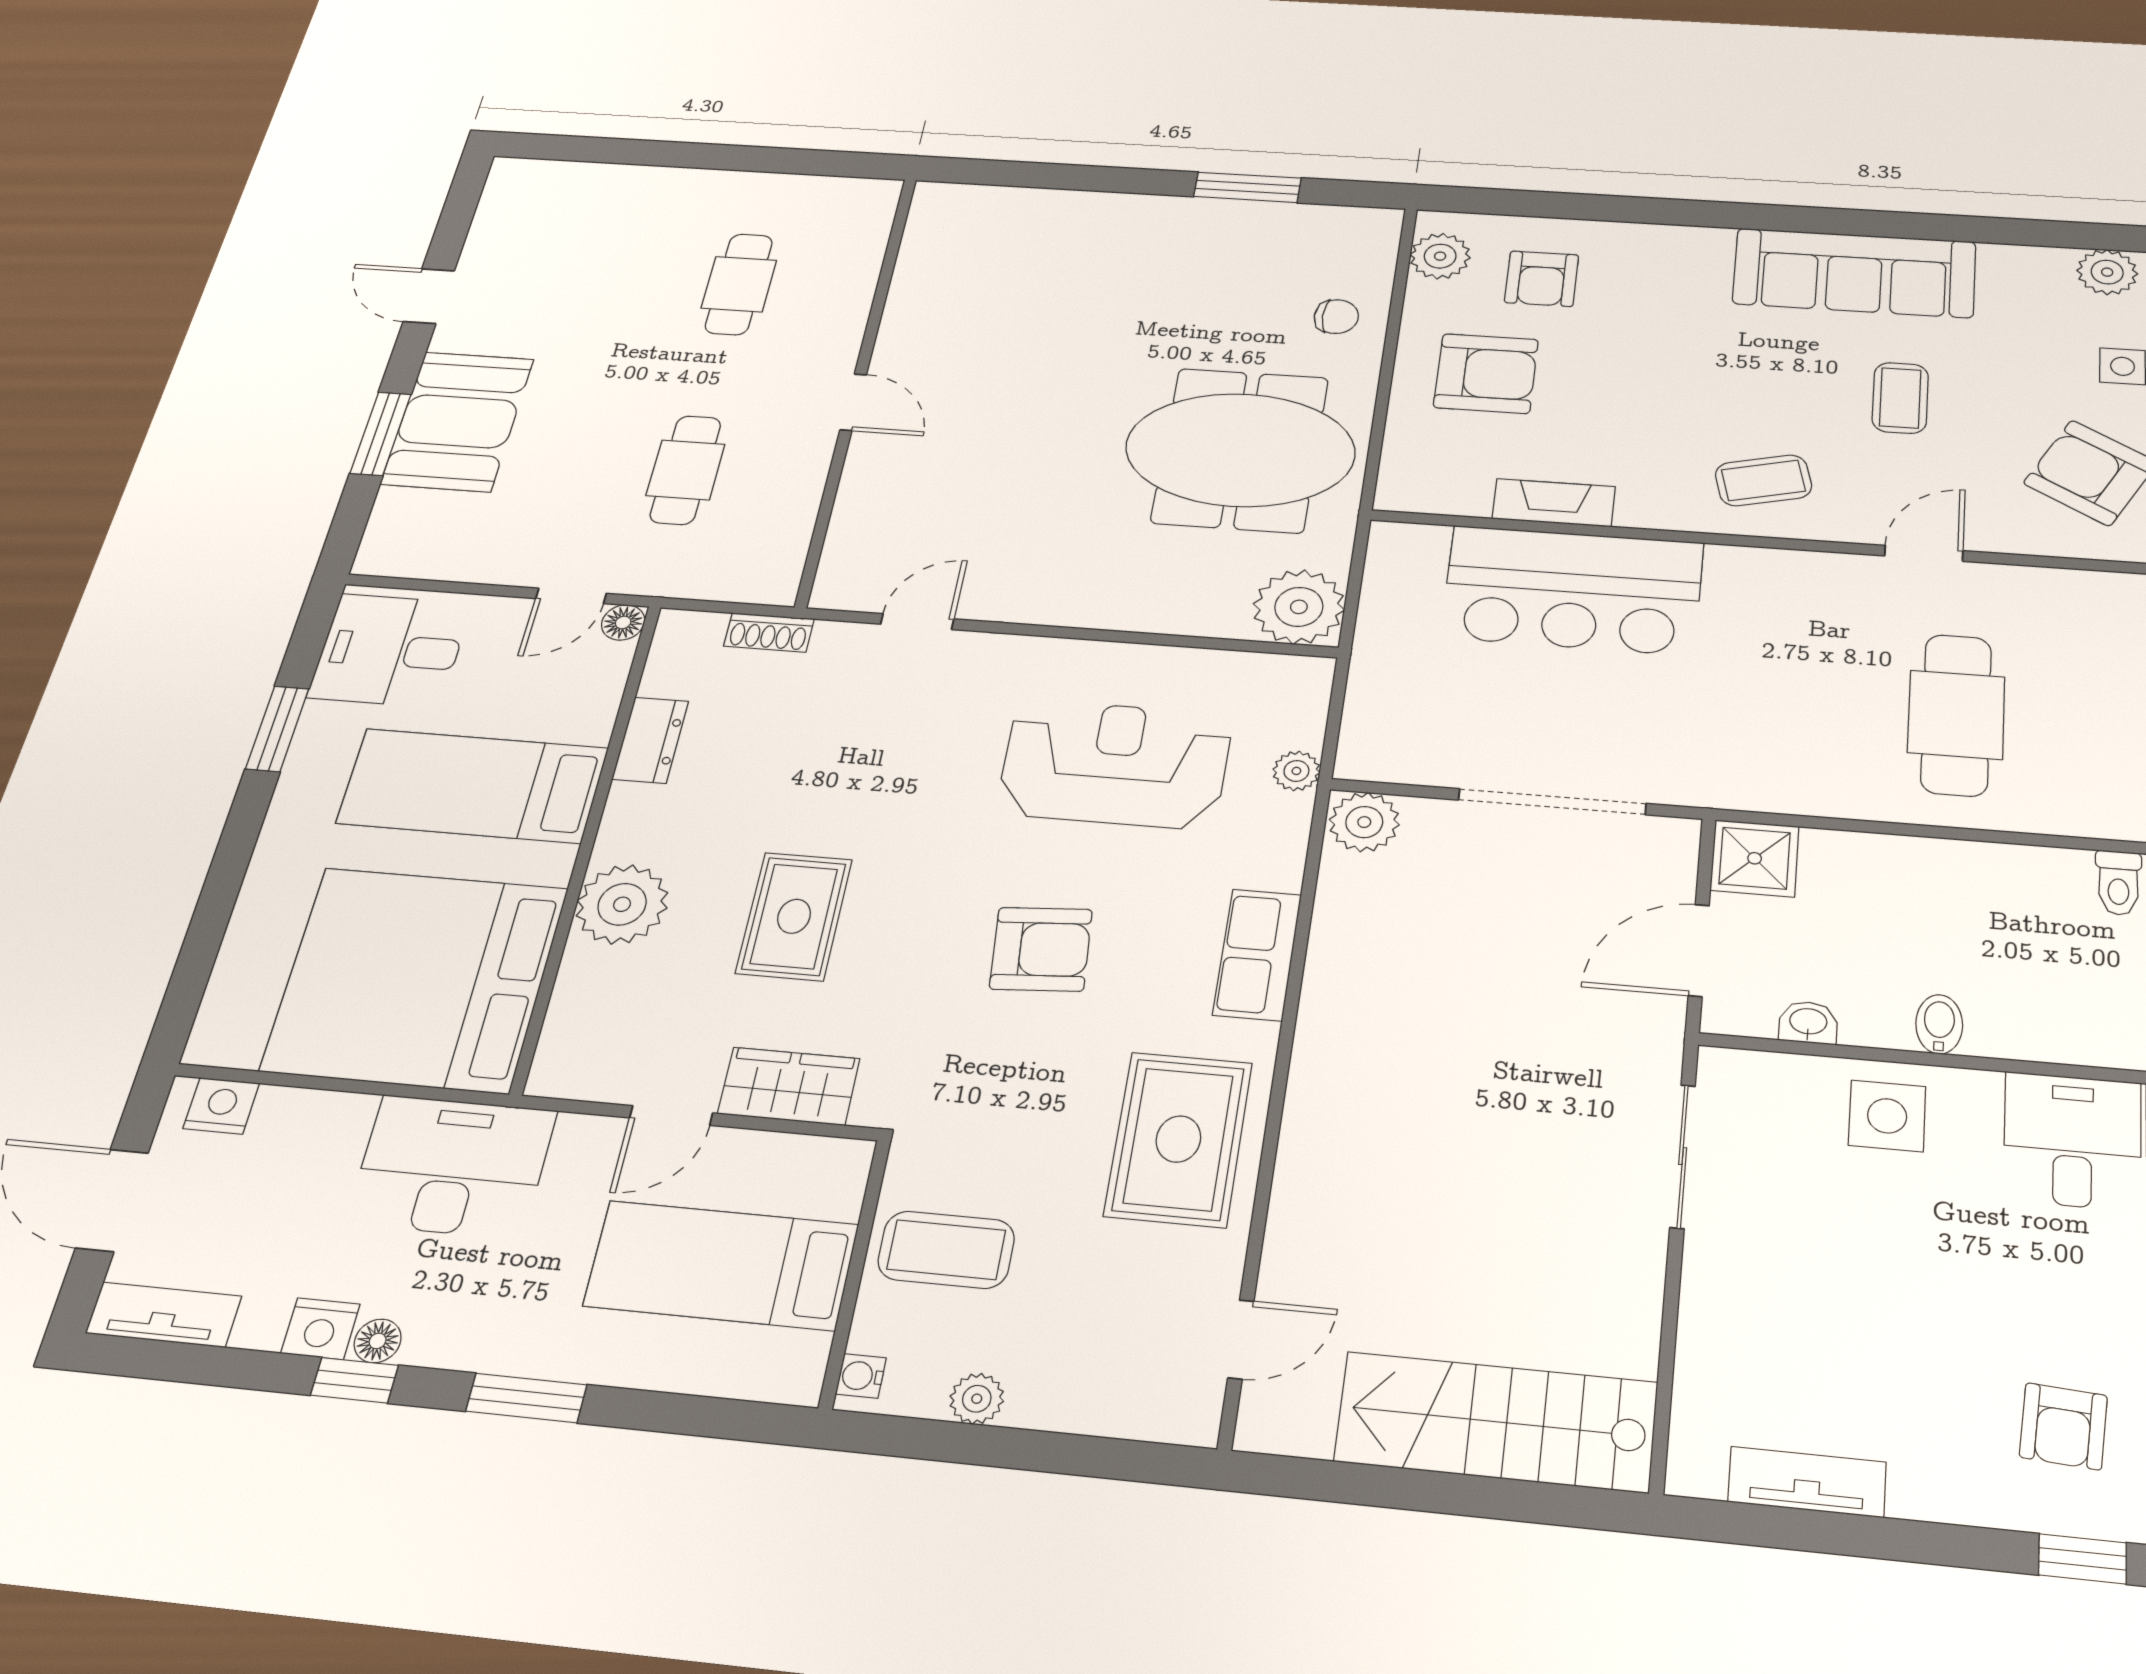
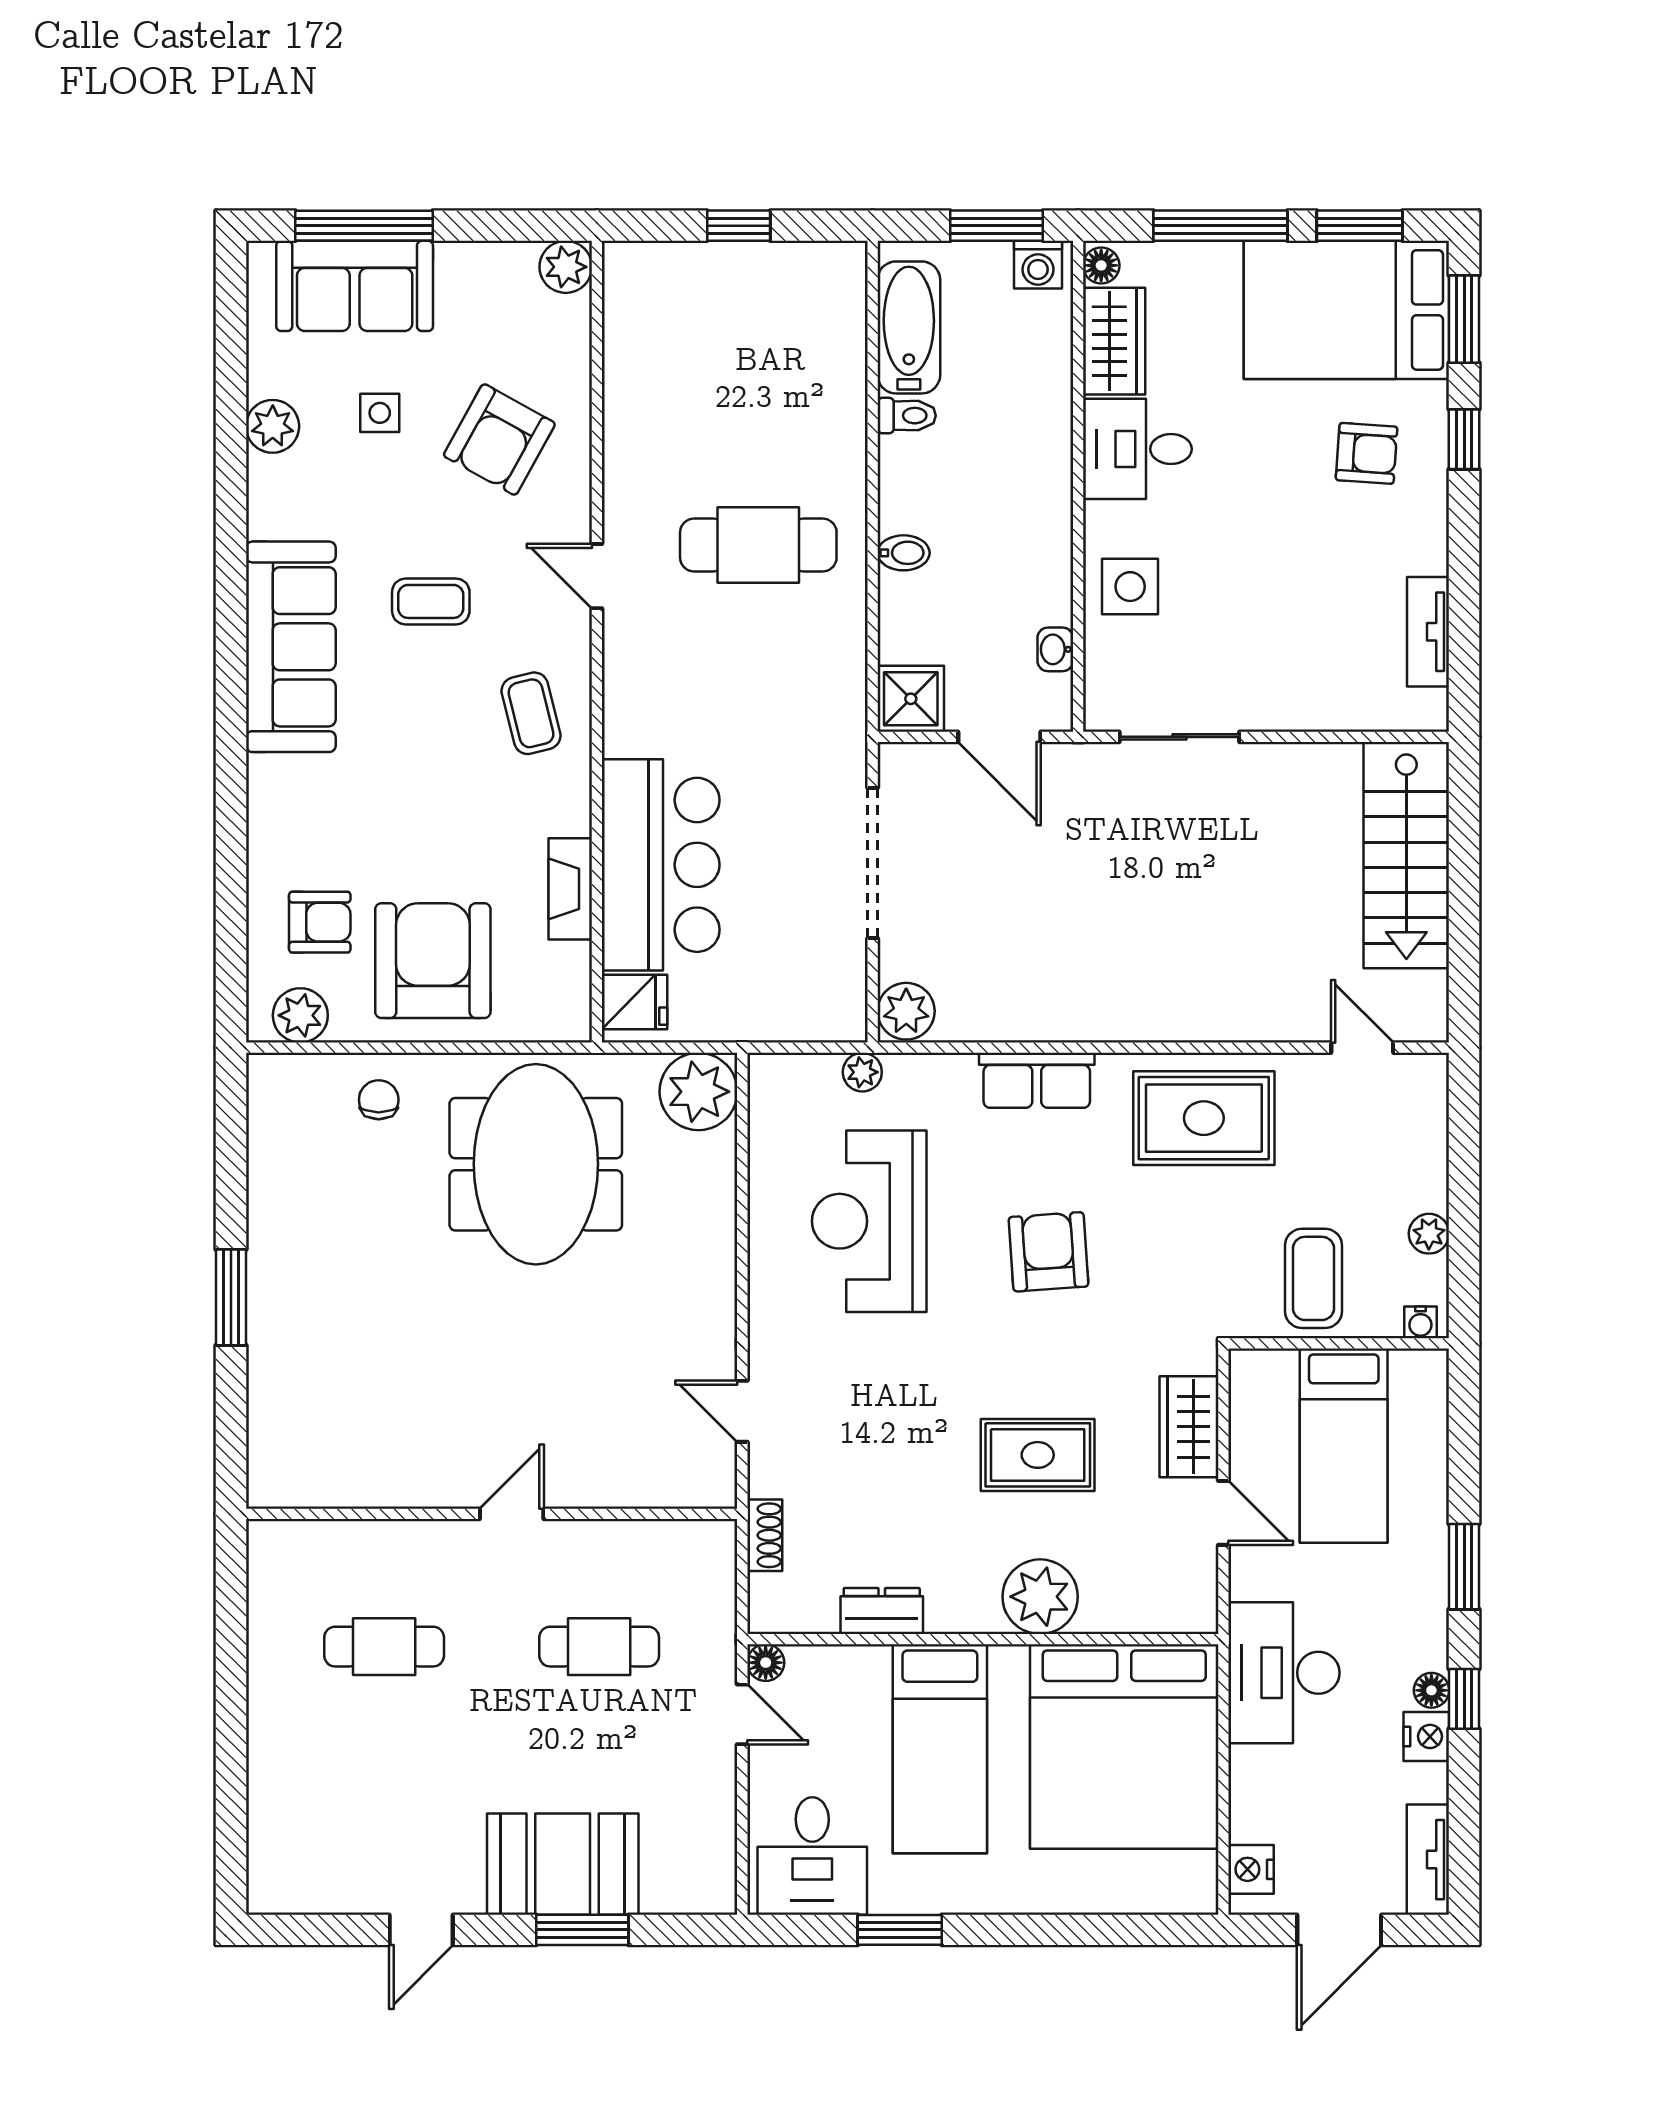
window: (1247, 187) -> (231, 1297), moved
armchair: (1486, 373) -> (433, 961), width x1.36, depth x1.36
fridge: (1413, 554) -> (634, 1002), added
bidet: (1939, 1024) -> (904, 553), moved, turned 180

